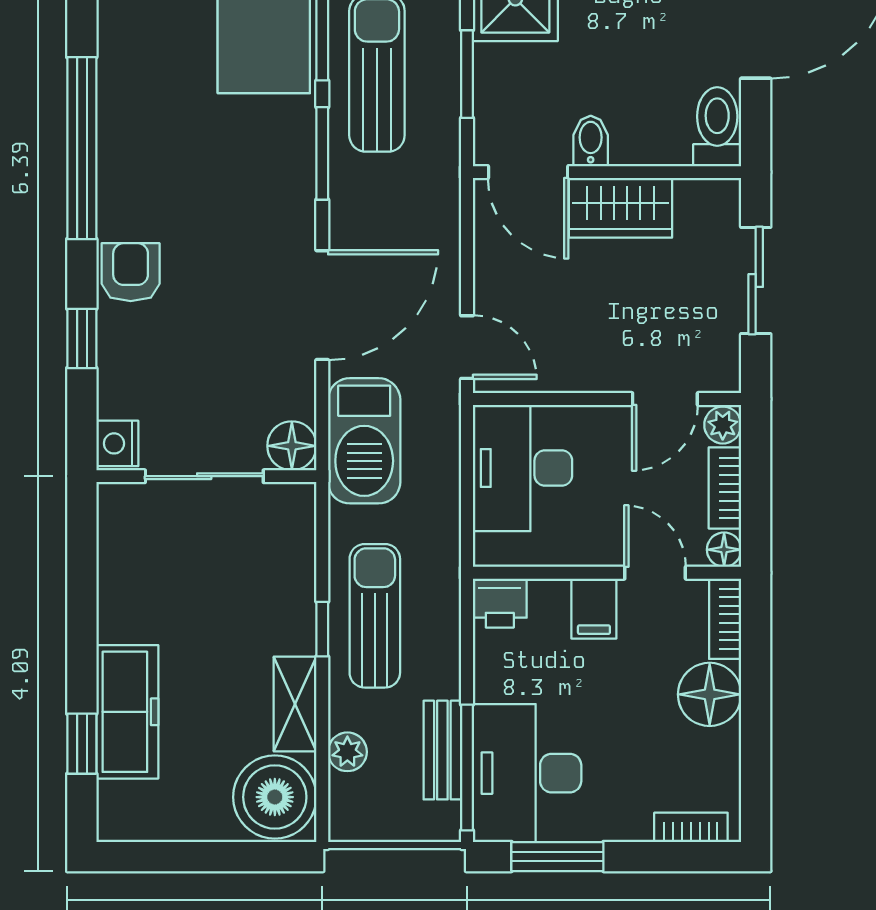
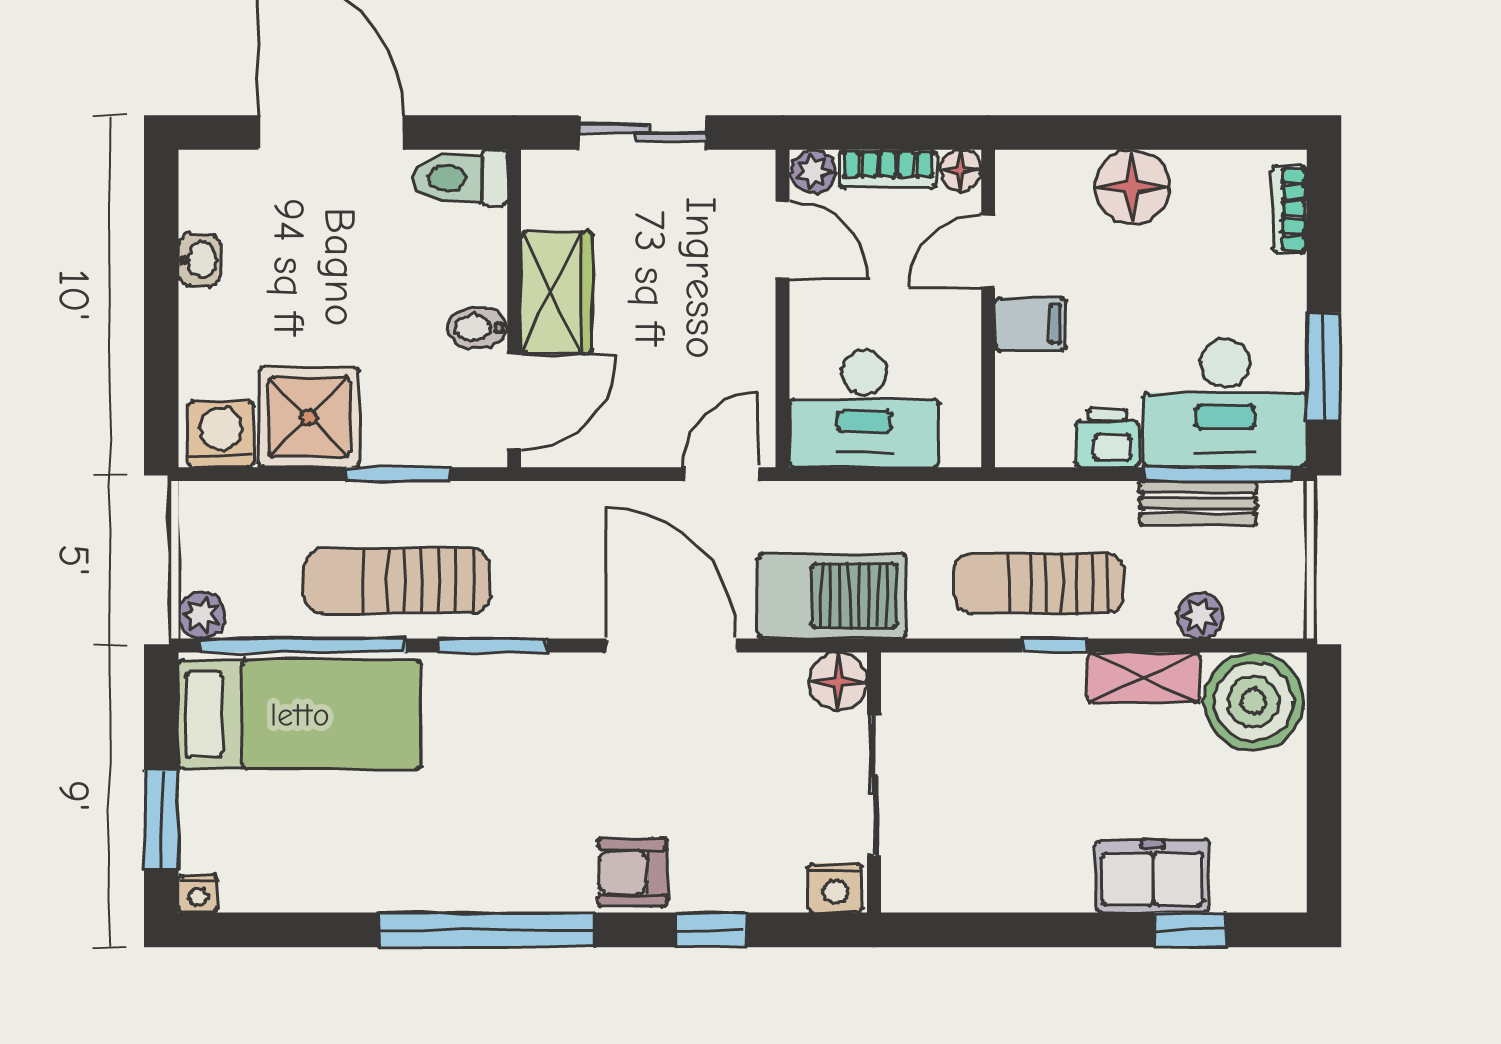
printer: (500, 603) -> (1107, 438), moved, turned -90
bookcase: (725, 619) -> (1043, 169), removed
freezer: (127, 712) -> (1153, 876), width x0.71

